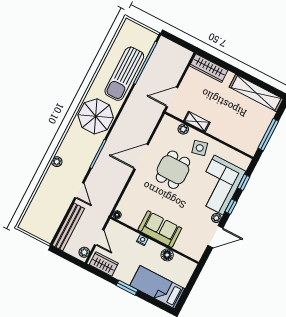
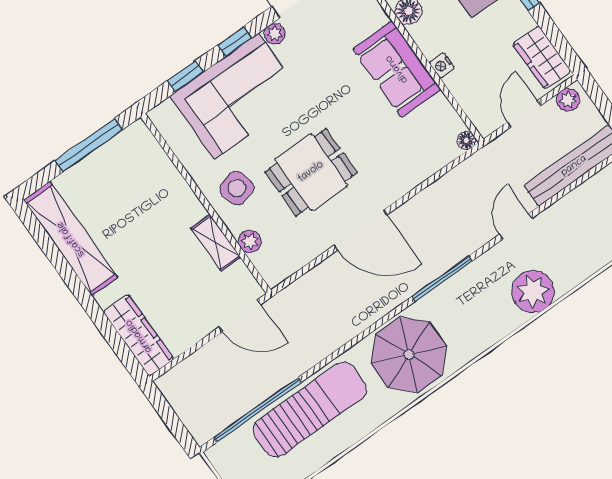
plant: (57, 162) -> (533, 291), width x1.87, depth x1.87

